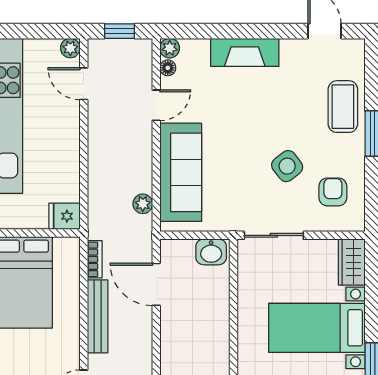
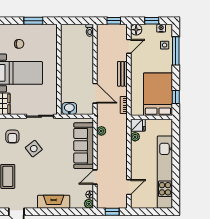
plant: (70, 48) -> (135, 137), moved
door: (84, 84) -> (129, 187), hinge flipped
bench: (98, 316) -> (122, 74), width x0.73

